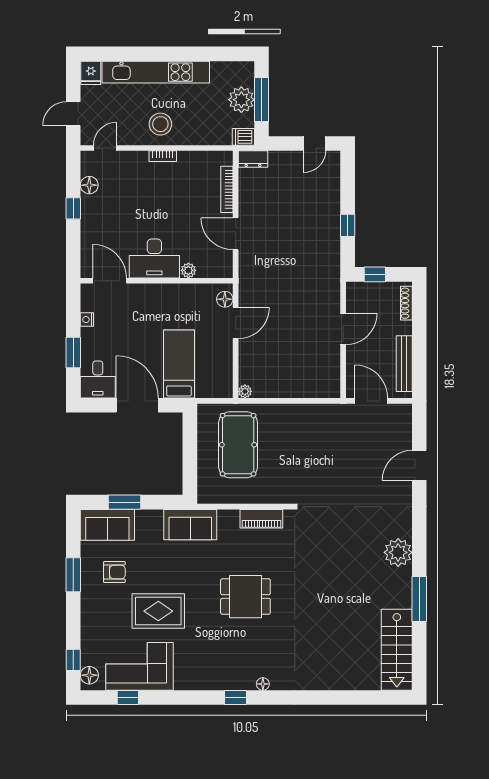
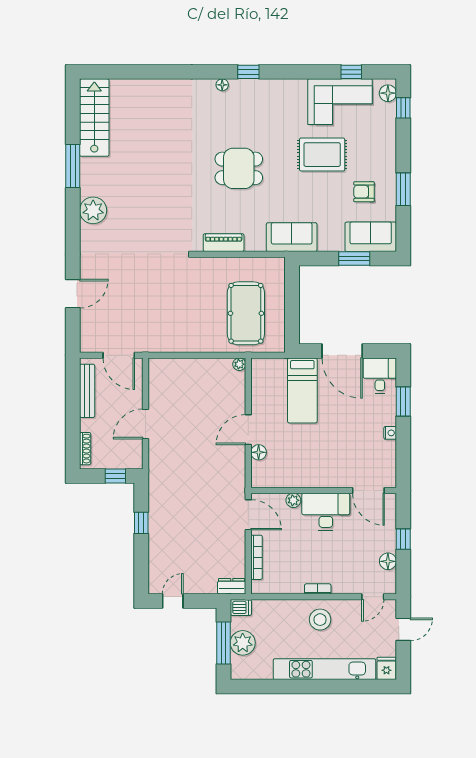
desk: (154, 258) -> (326, 512), moved
plant: (188, 270) -> (293, 500), moved
door: (110, 281) -> (368, 491), moved
wall: (157, 281) -> (324, 491), moved

